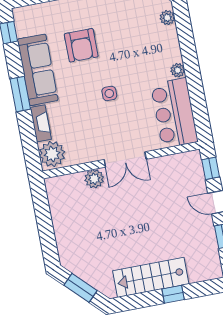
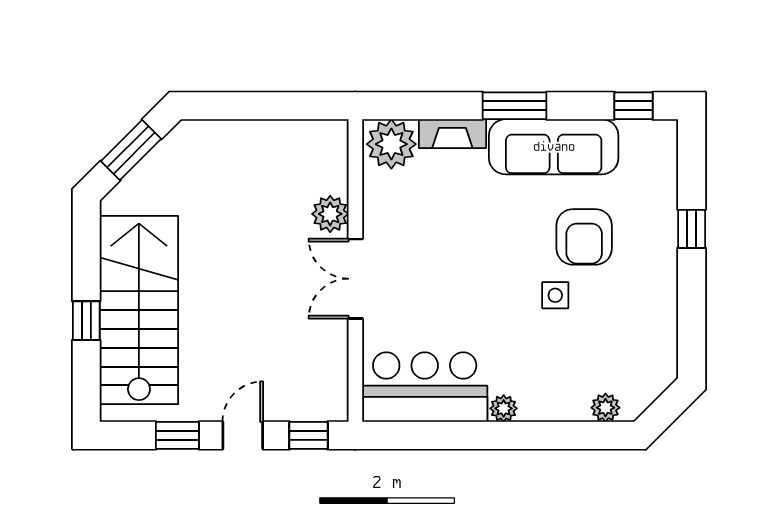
armchair: (81, 45) -> (584, 237), turned -90
side table: (109, 93) -> (555, 295), moved
stairs: (151, 277) -> (139, 310), width x1.36, depth x1.51

